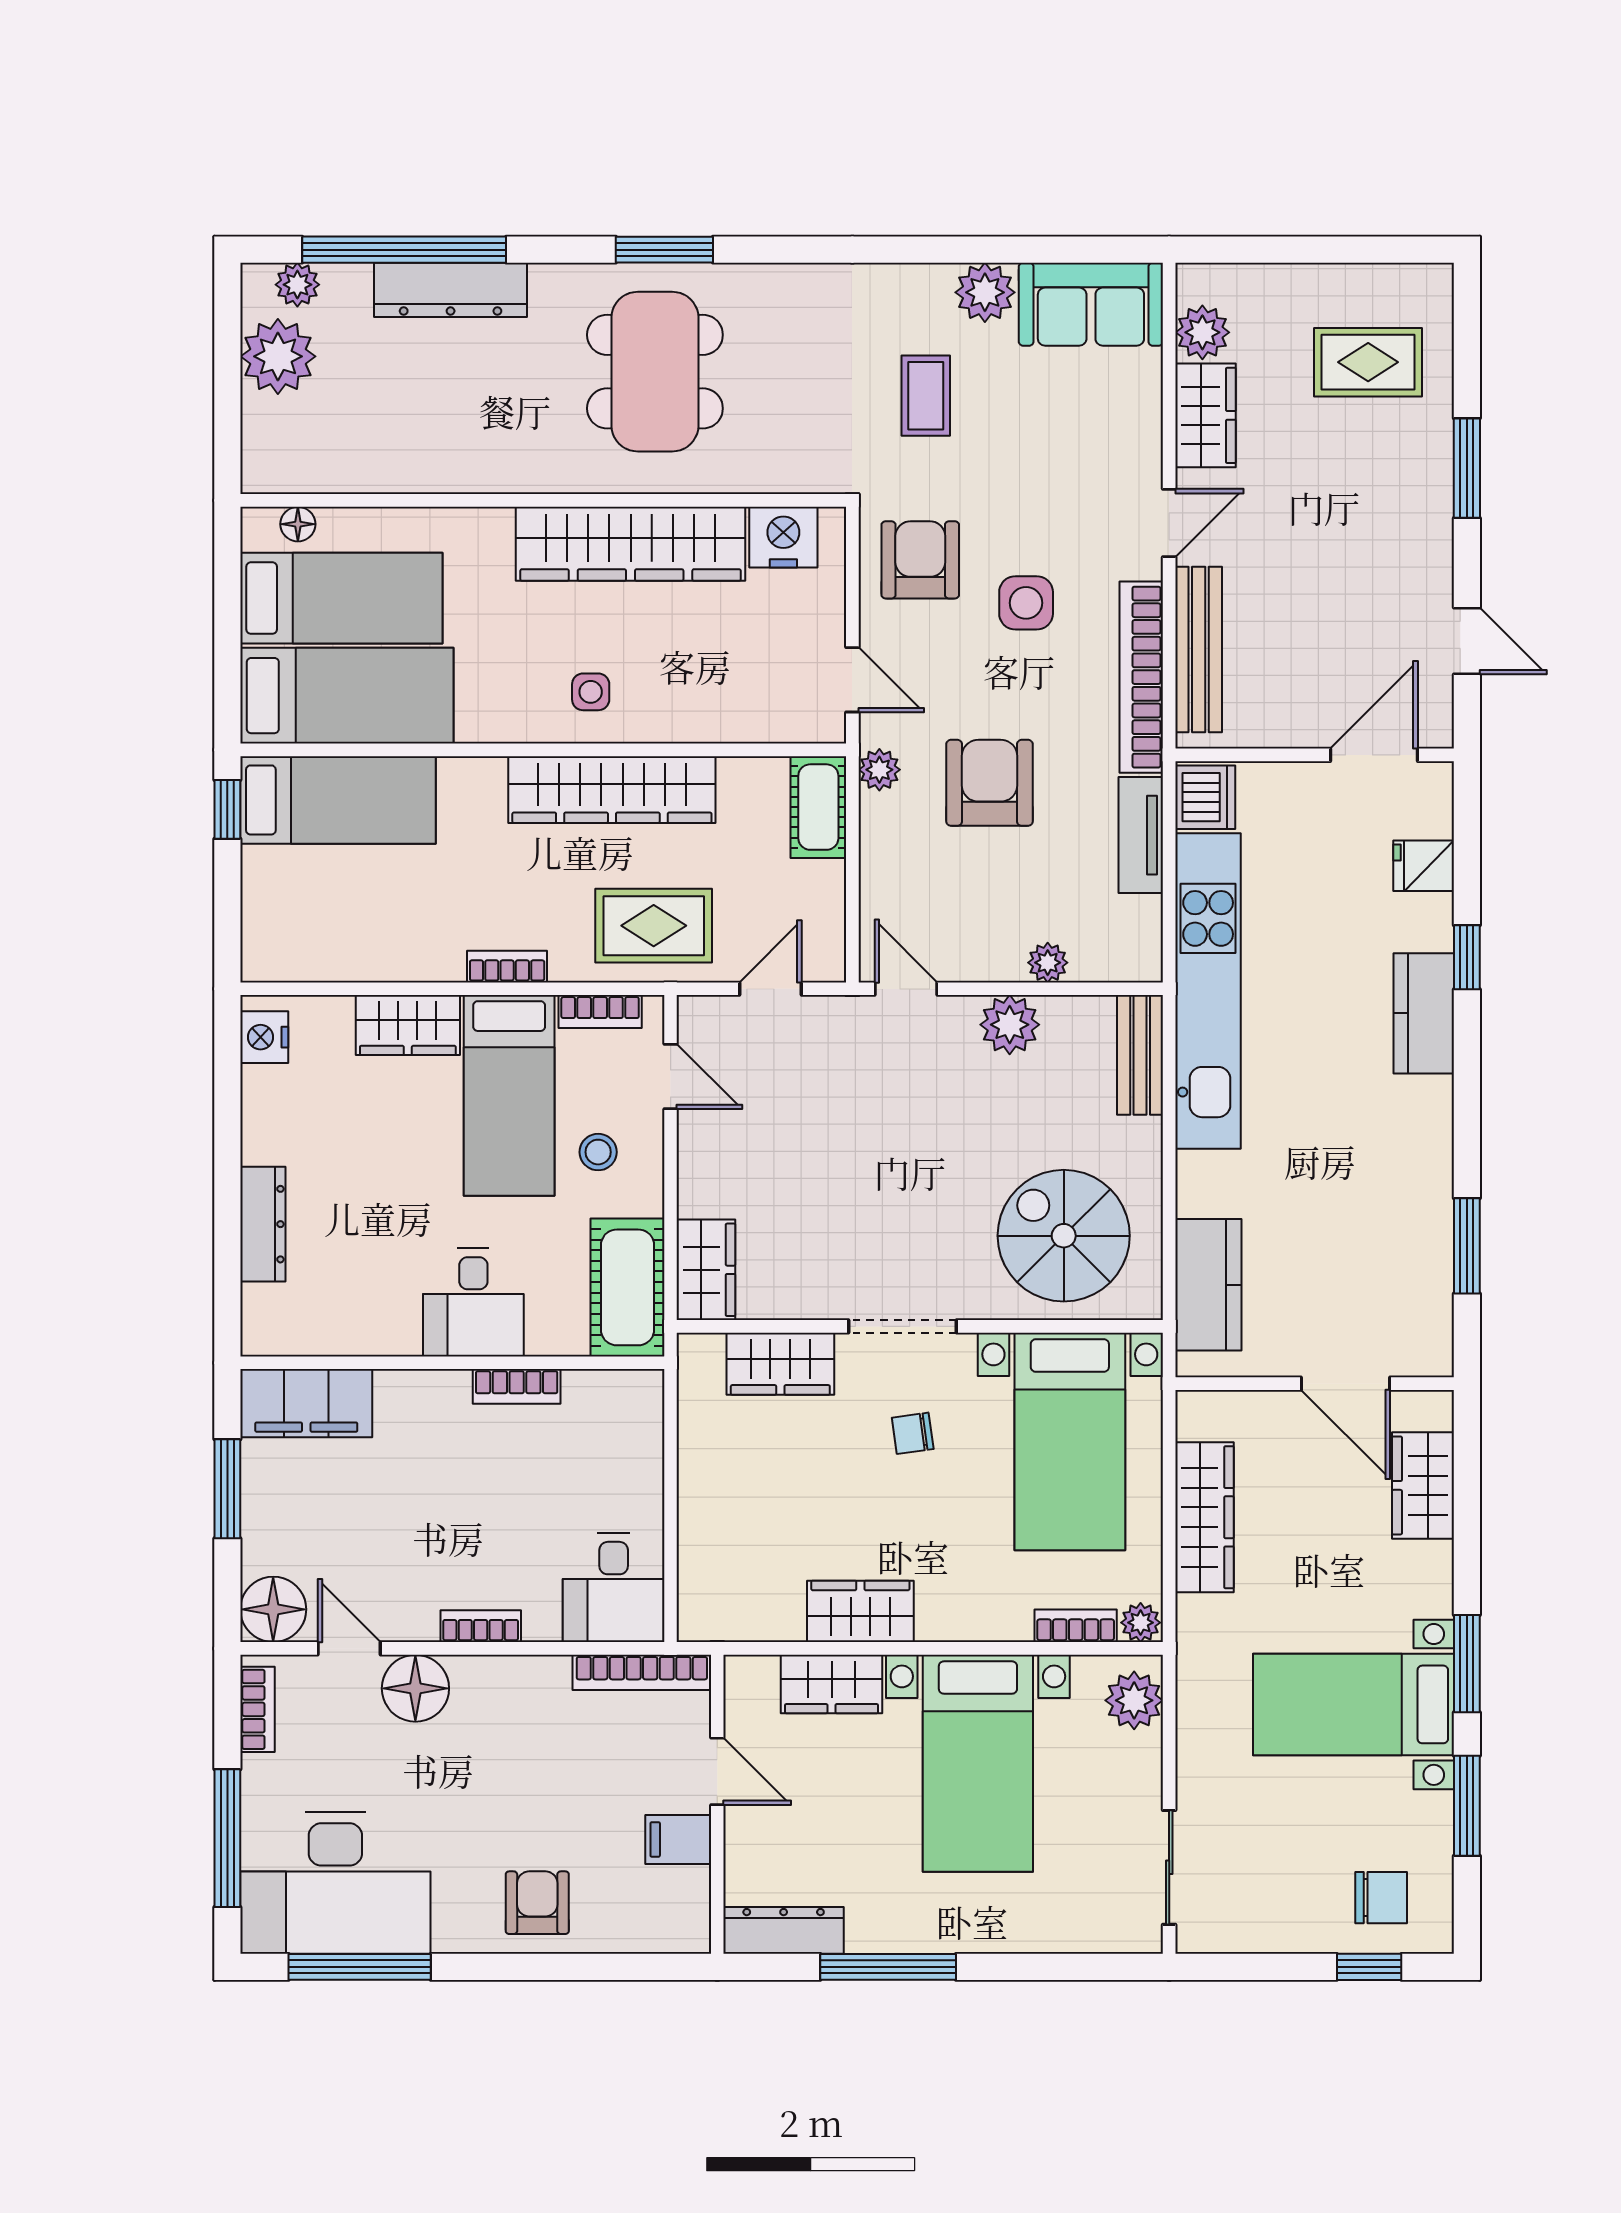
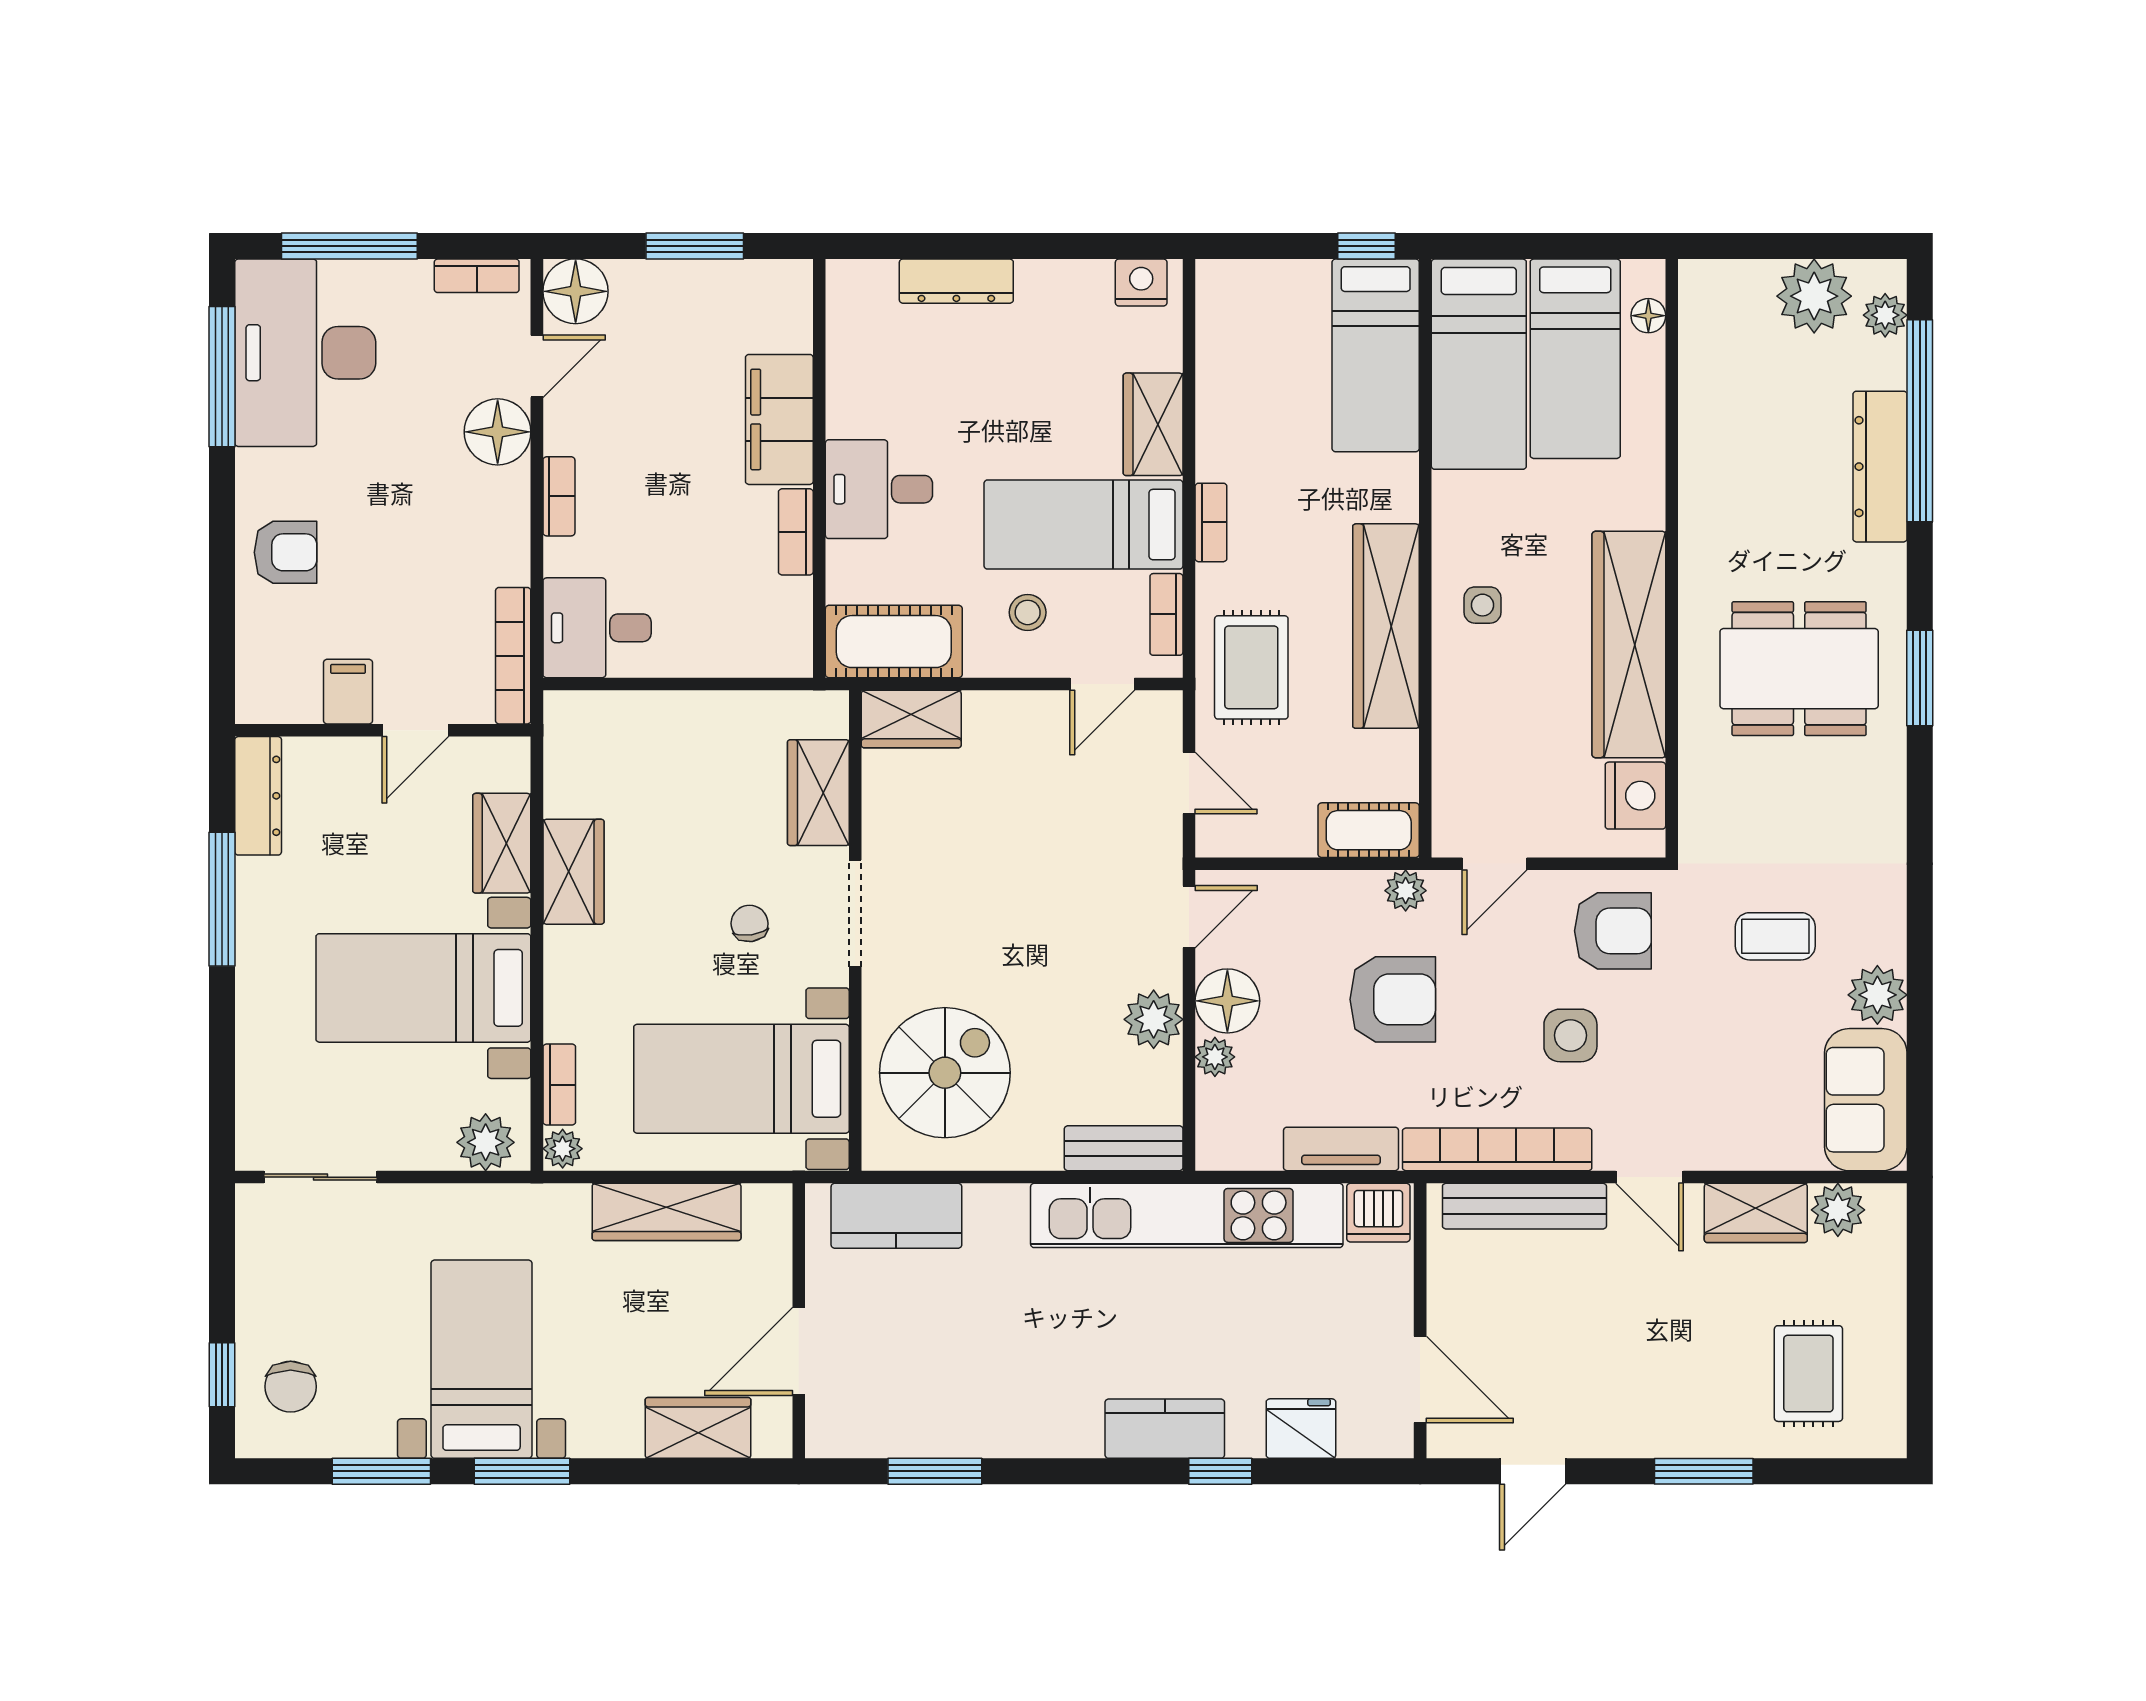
fridge: (1424, 866) -> (1301, 1429), width x1.38
floor lamp: (991, 950) -> (1227, 1001), added
filing cabinet: (306, 1403) -> (779, 419), moved

